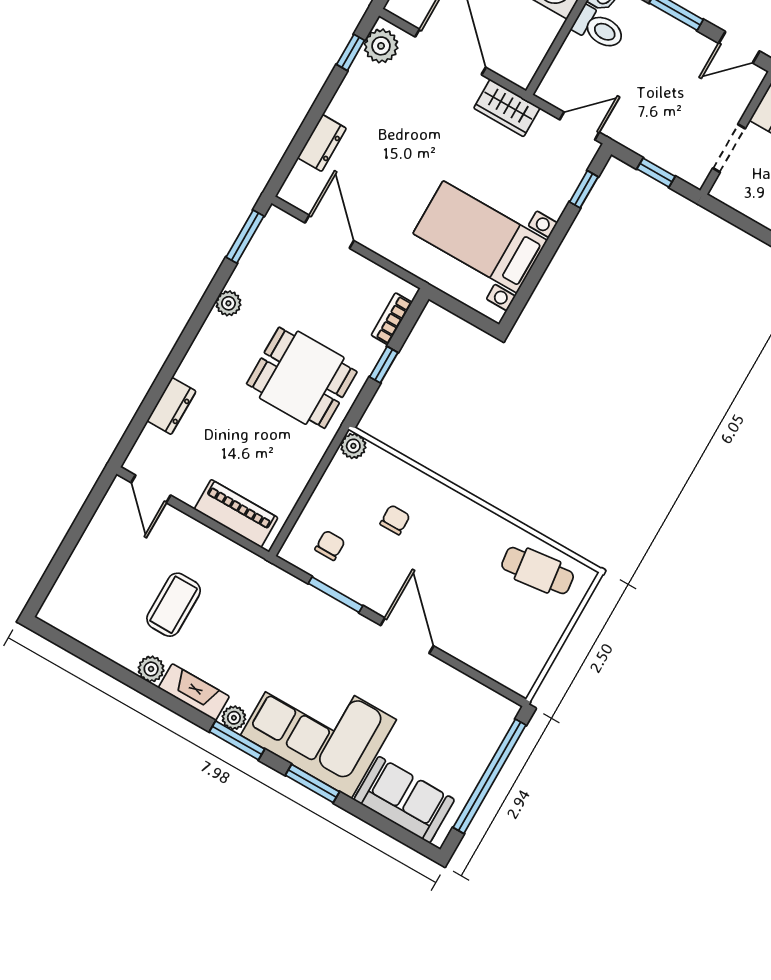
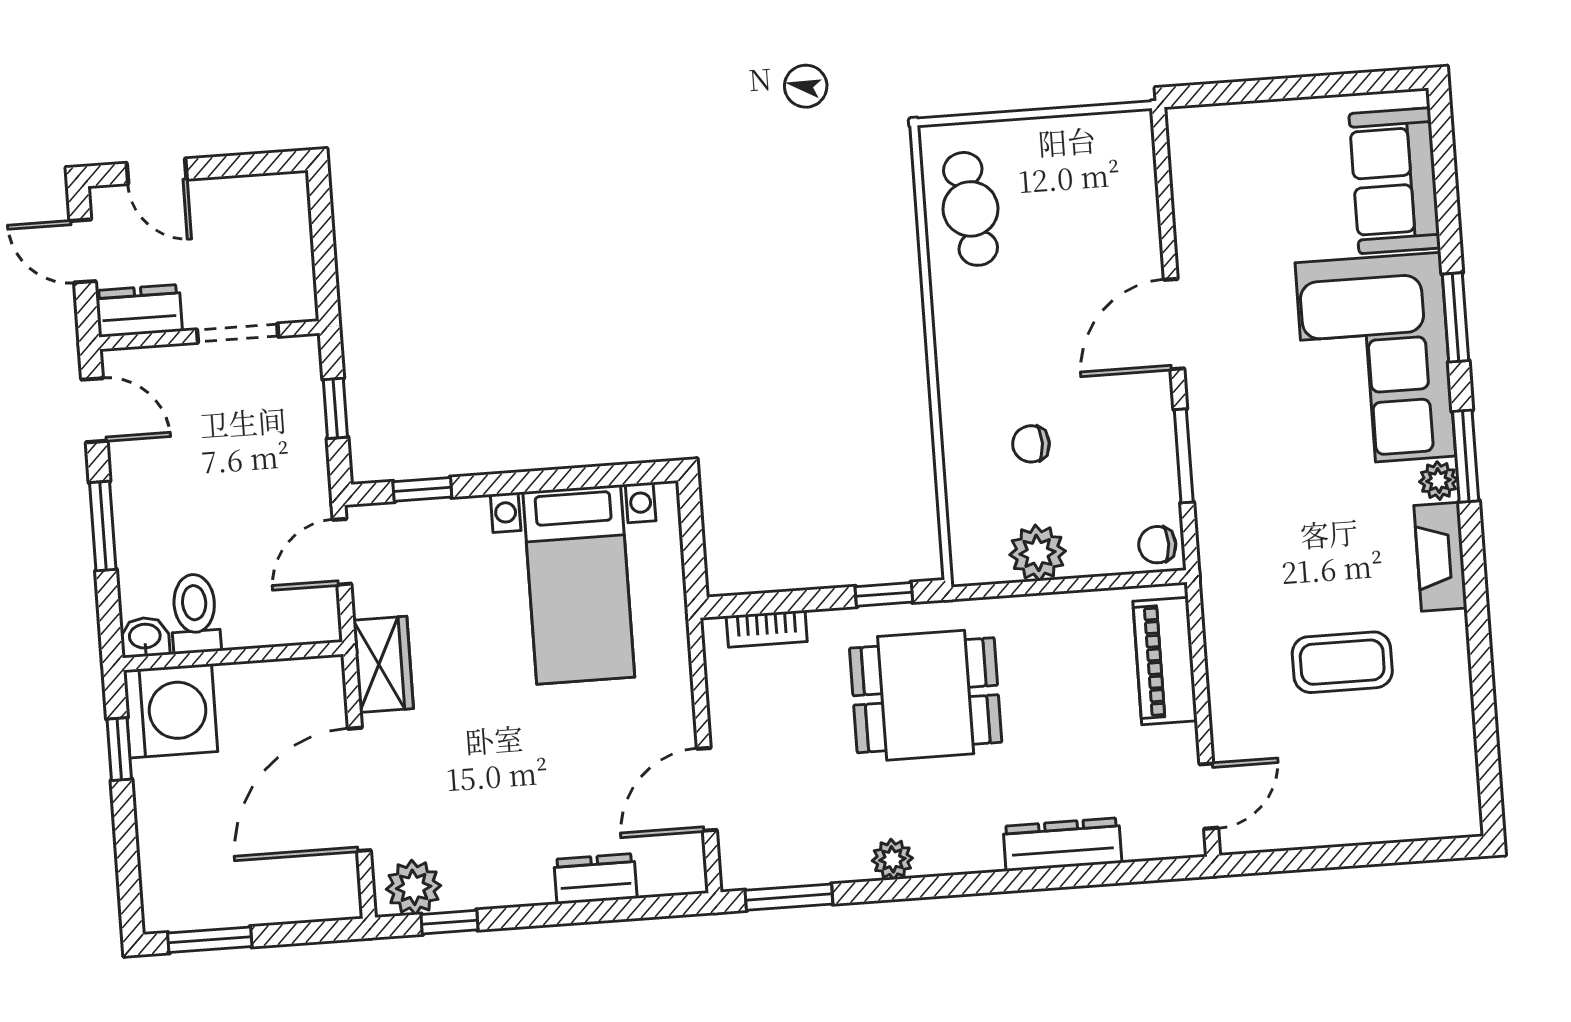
door: (579, 126) -> (342, 552), hinge flipped
window: (384, 365) -> (884, 594), moved
dining table: (302, 378) -> (926, 695), turned 90
dresser: (171, 406) -> (1062, 844), width x1.44
plant: (353, 446) -> (1038, 553), moved, width x1.38, depth x1.38
chair: (330, 545) -> (1157, 545), moved
plant: (151, 669) -> (1448, 634), removed
window: (490, 776) -> (1287, 88), removed

